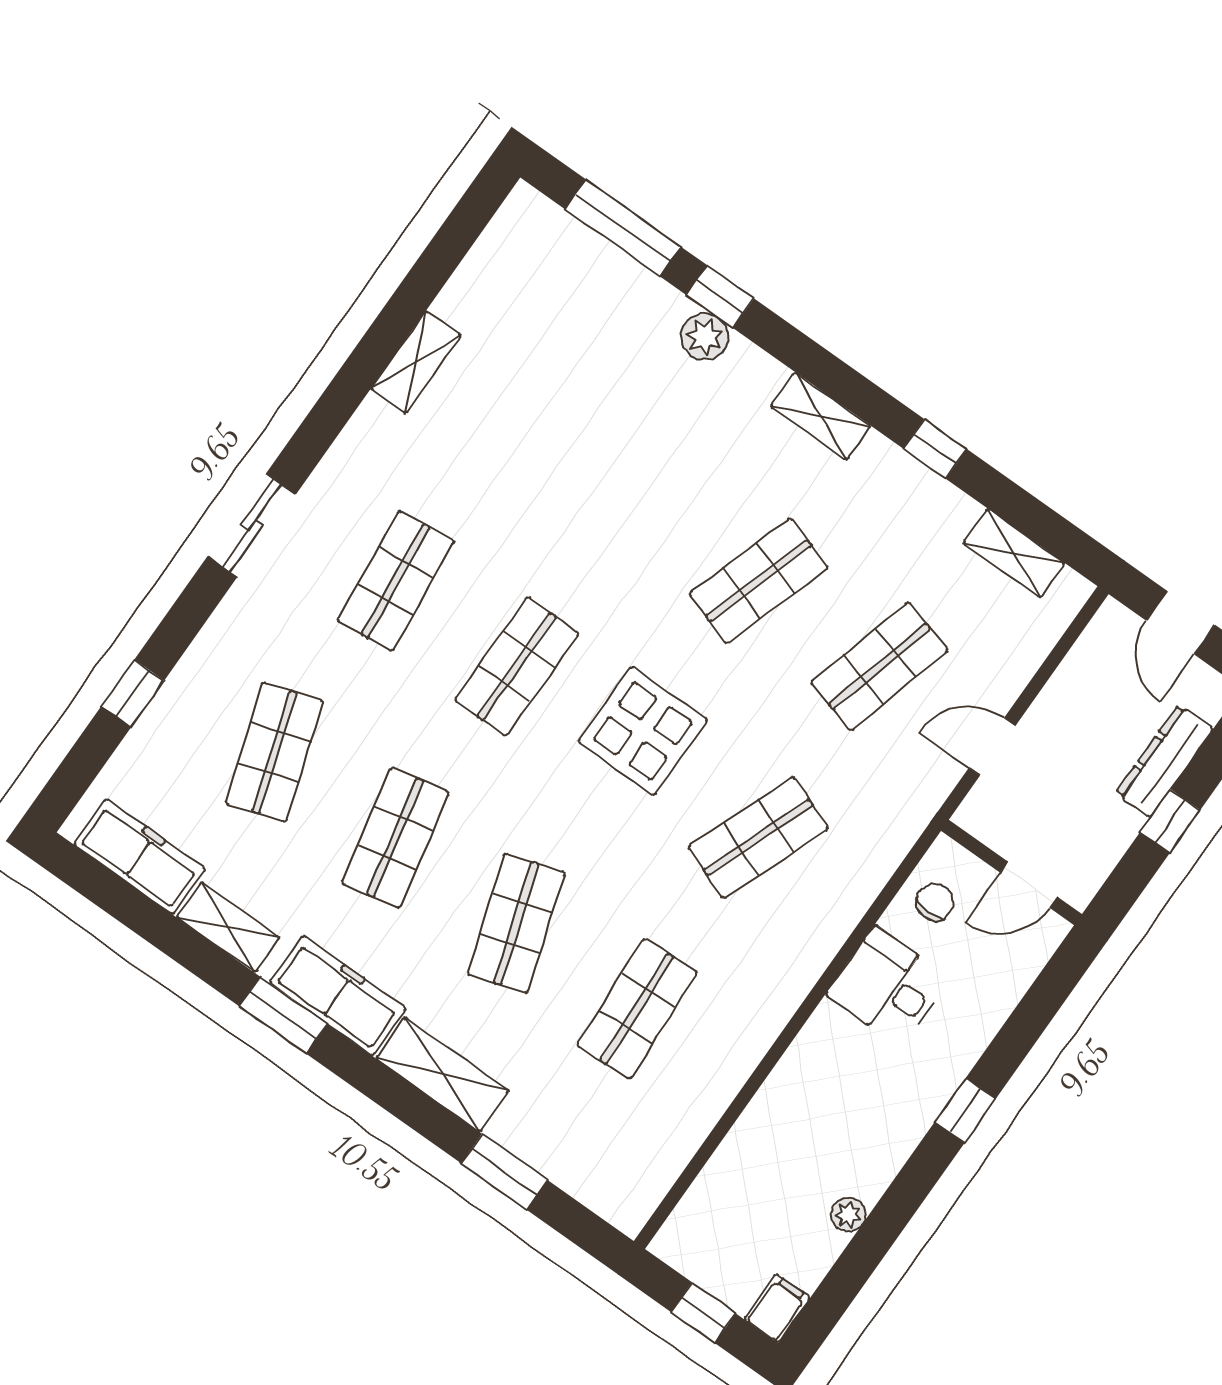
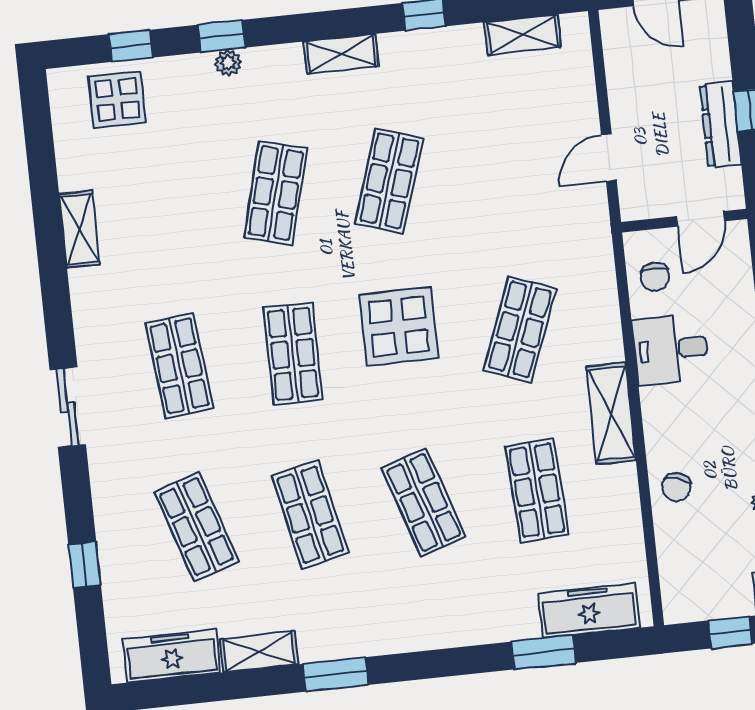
window: (623, 228) -> (131, 46), width x0.46
display table: (564, 268) -> (117, 99), added
plant: (705, 337) -> (228, 63), width x0.73, depth x0.73
shop shelf: (879, 666) -> (276, 193), moved
dresser: (1164, 761) -> (721, 125), moved
chair: (935, 902) -> (655, 277), turned 180
freezer: (338, 996) -> (589, 610), moved
shelving: (442, 1074) -> (611, 413), moved, turned 90
chair: (776, 1125) -> (676, 487), added

